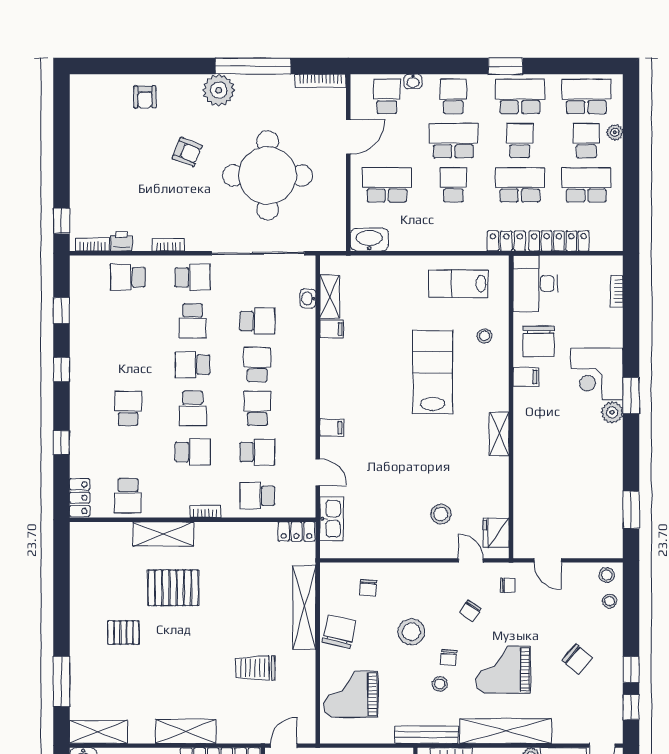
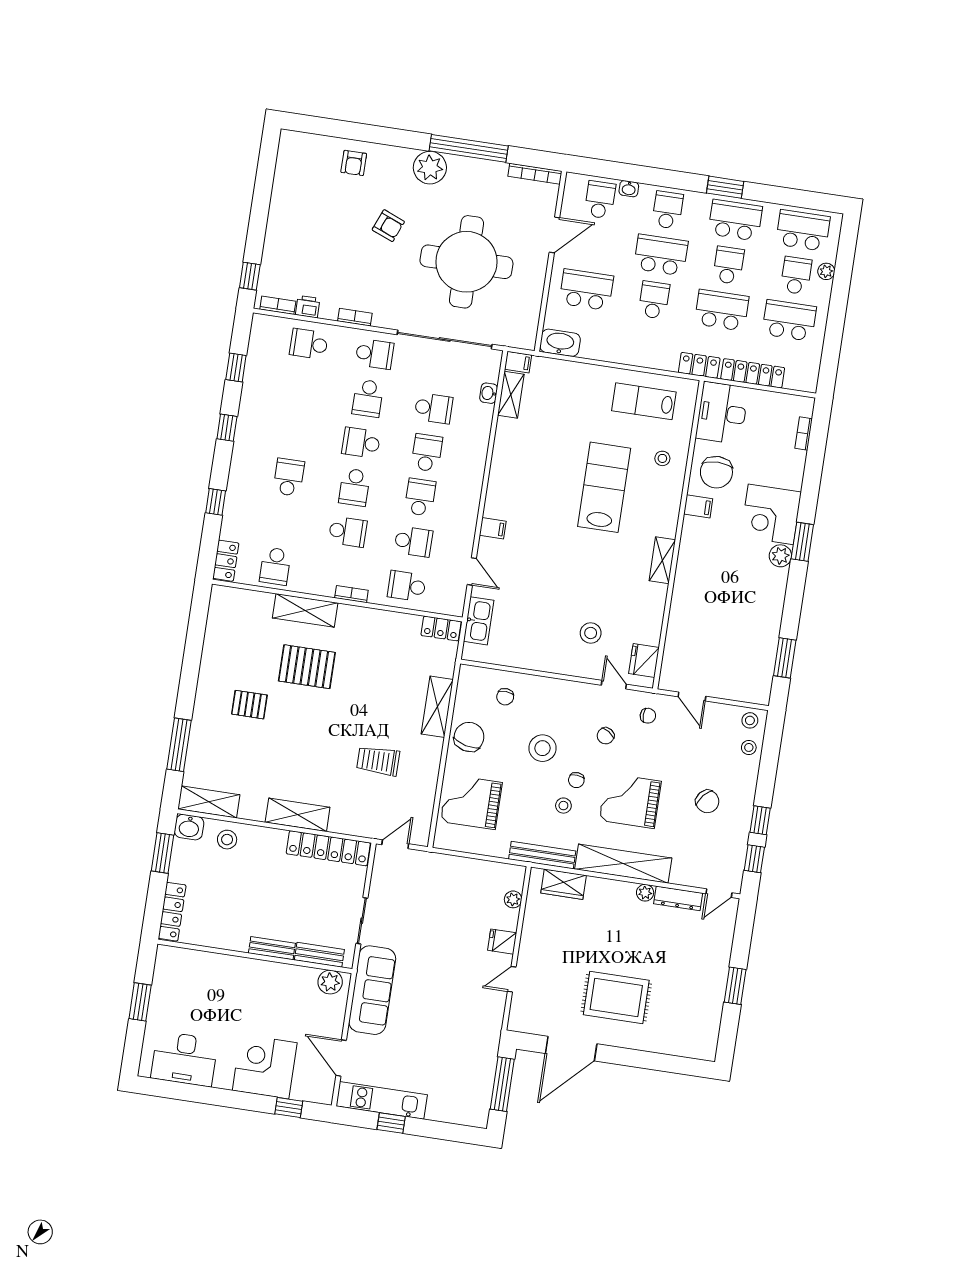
filing cabinet: (332, 329) -> (518, 362), moved
shelving: (304, 607) -> (437, 707), width x0.68

